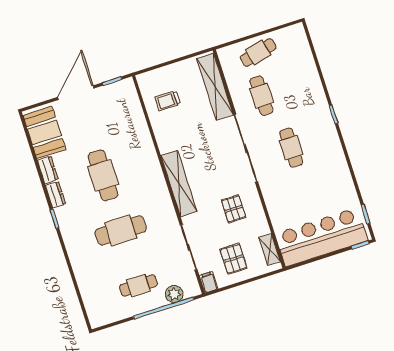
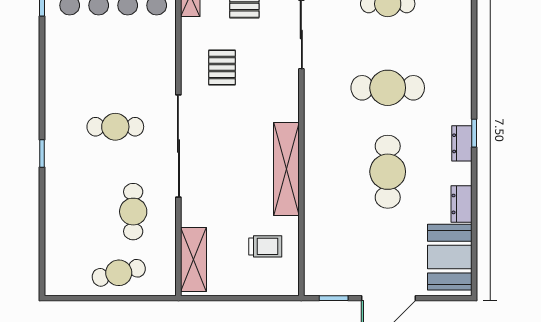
shelving: (215, 87) -> (194, 259), width x0.68
cafe table: (291, 148) -> (115, 127), turned 90
shelving: (179, 183) -> (286, 169), moved
dresser: (56, 195) -> (462, 143), moved

